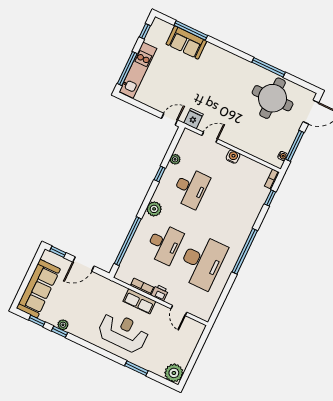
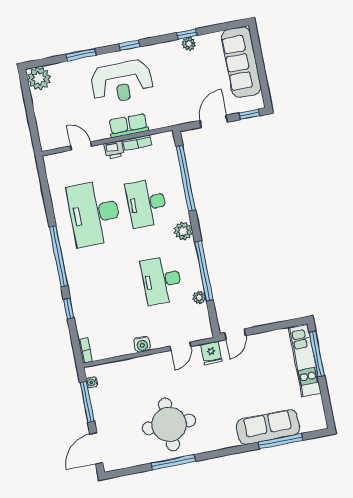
window: (145, 31) -> (327, 406), removed
sofa: (186, 43) -> (268, 427), width x1.36
round table: (273, 98) -> (169, 424), moved
window: (160, 174) -> (204, 271), width x3.17
window: (270, 198) -> (69, 308), moved
window: (37, 321) -> (129, 45), moved

